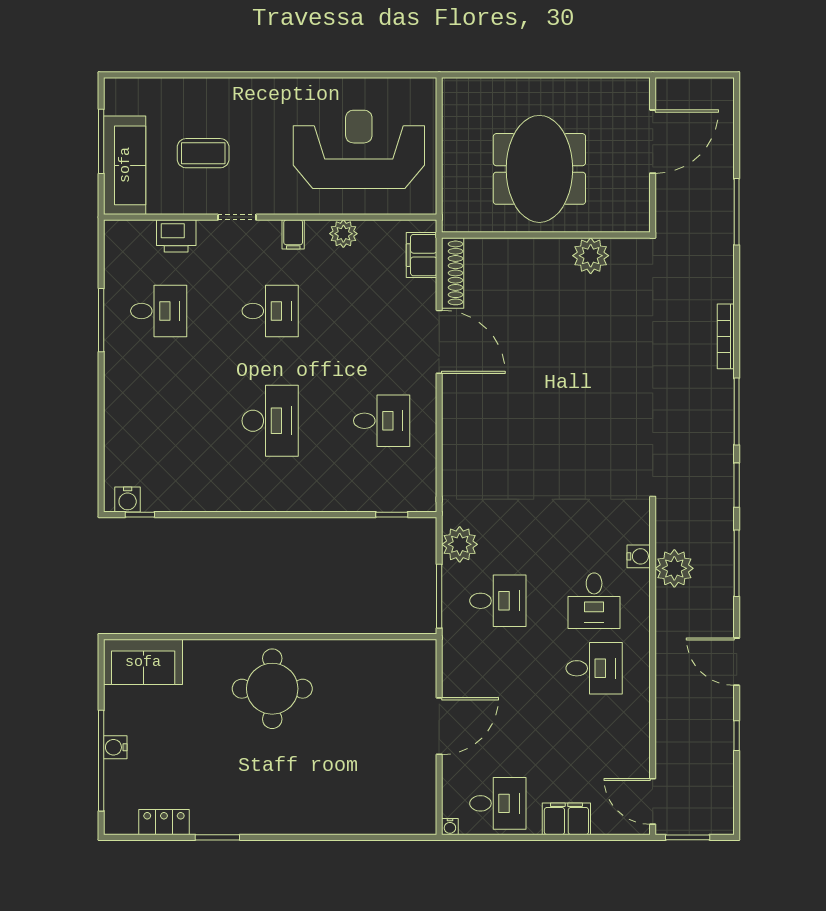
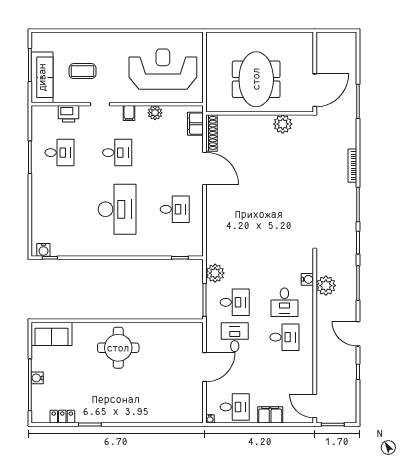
door: (653, 142) -> (315, 90), moved
desk: (270, 421) -> (117, 209), width x1.36, depth x1.30
desk: (498, 668) -> (235, 337), added

